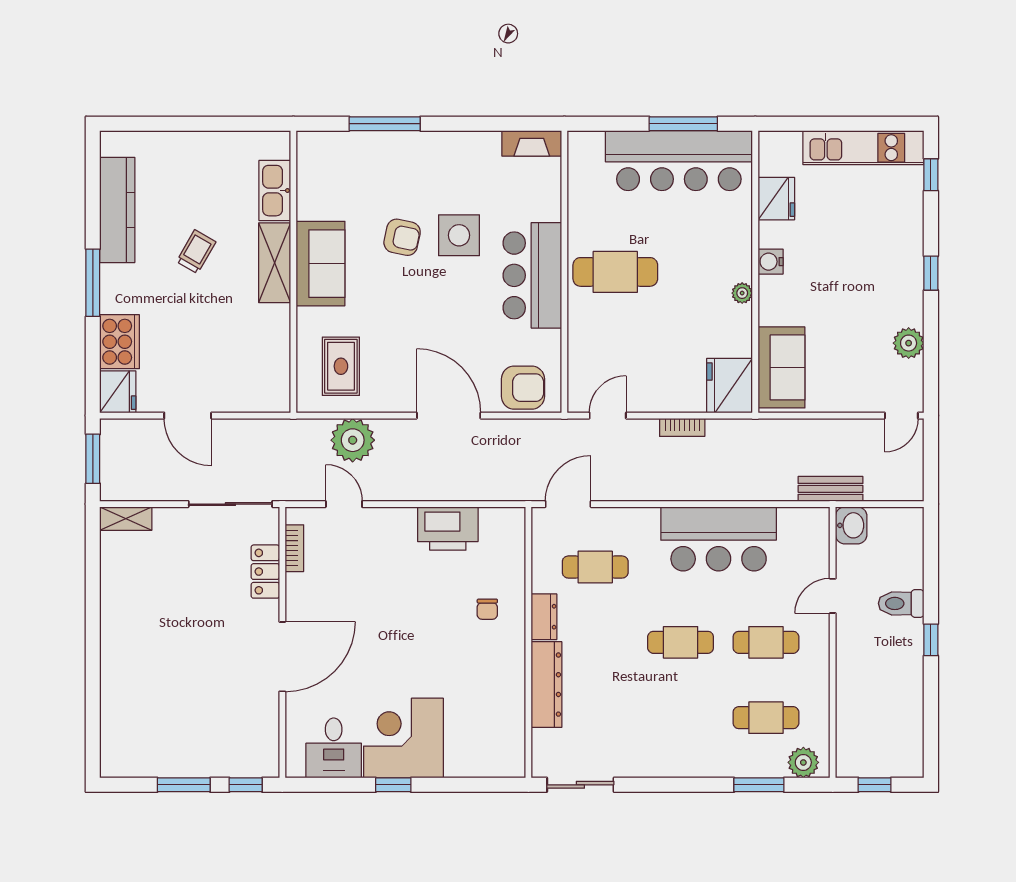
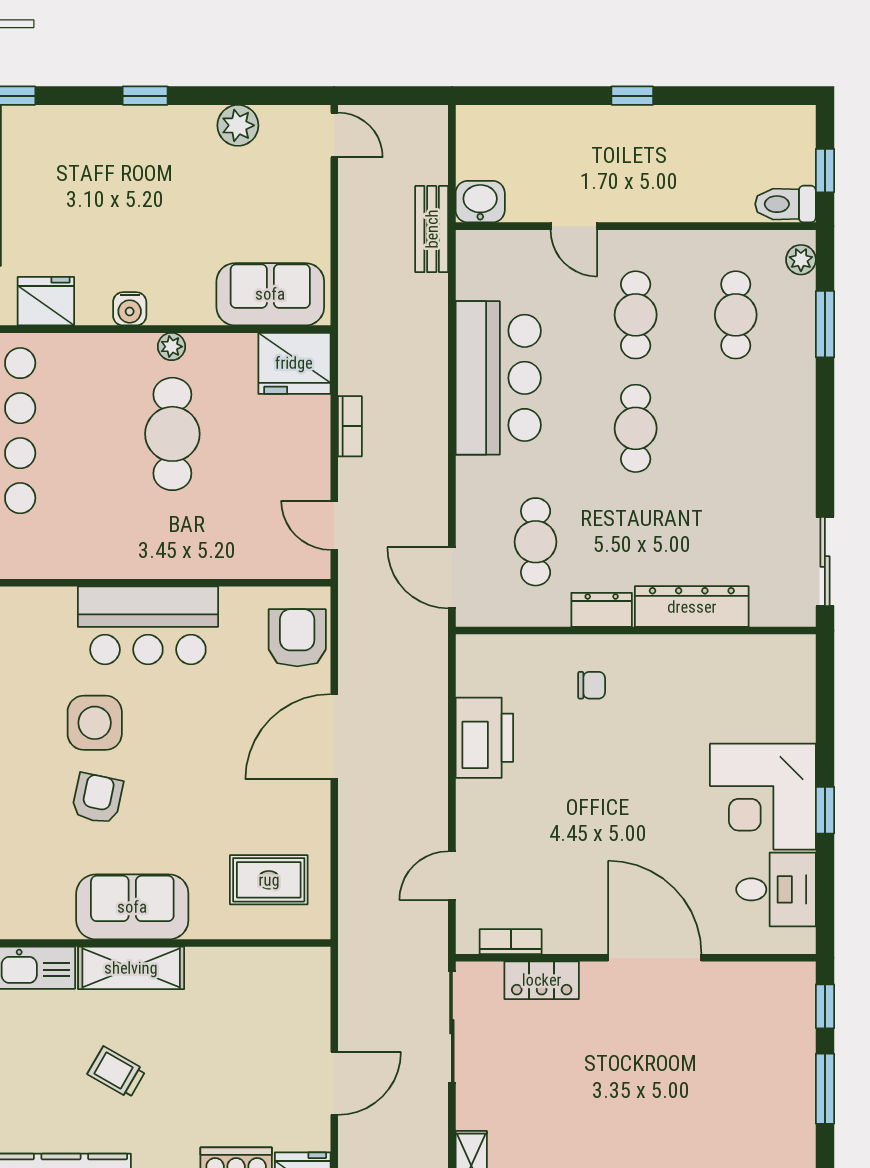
cafe table: (615, 272) -> (172, 434), moved
plant: (353, 440) -> (367, 864), removed
toilet: (901, 603) -> (785, 204), moved, turned 90
plant: (803, 762) -> (801, 260), width x0.73, depth x0.73

